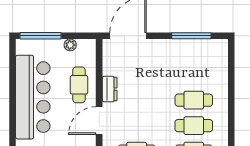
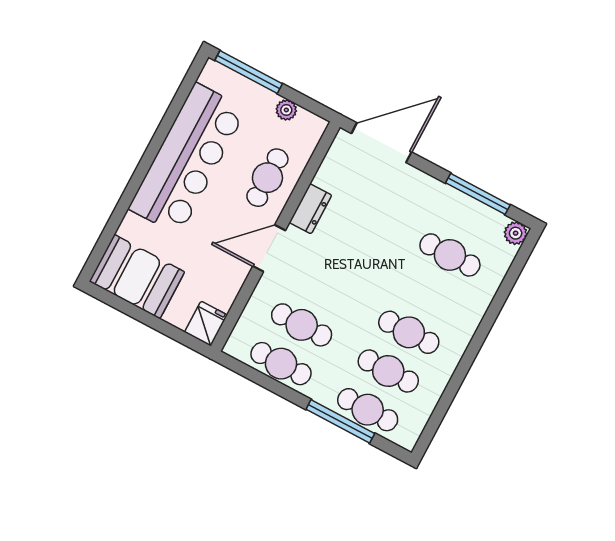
plant: (221, 46) -> (516, 233), added
cafe table: (194, 100) -> (450, 255), moved

